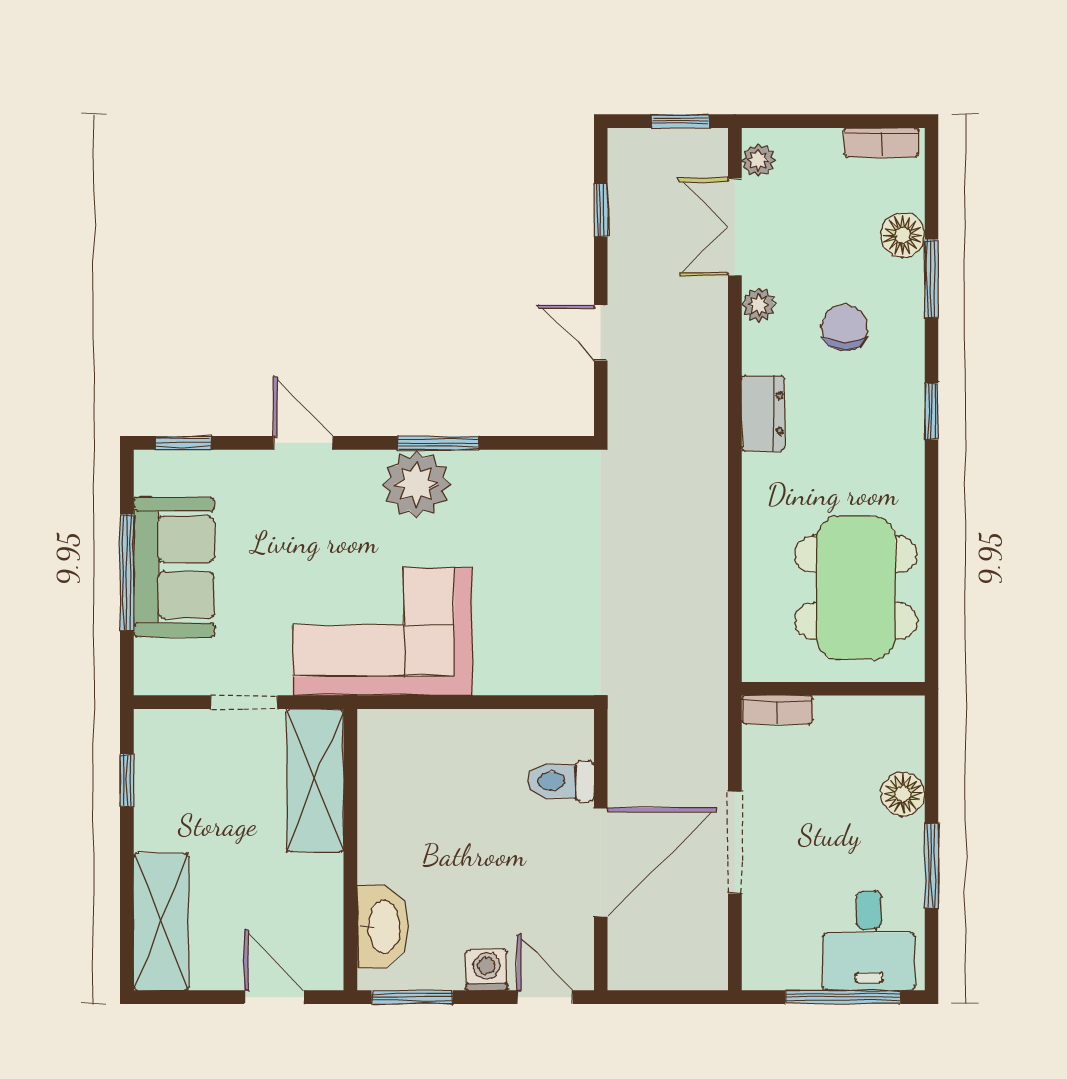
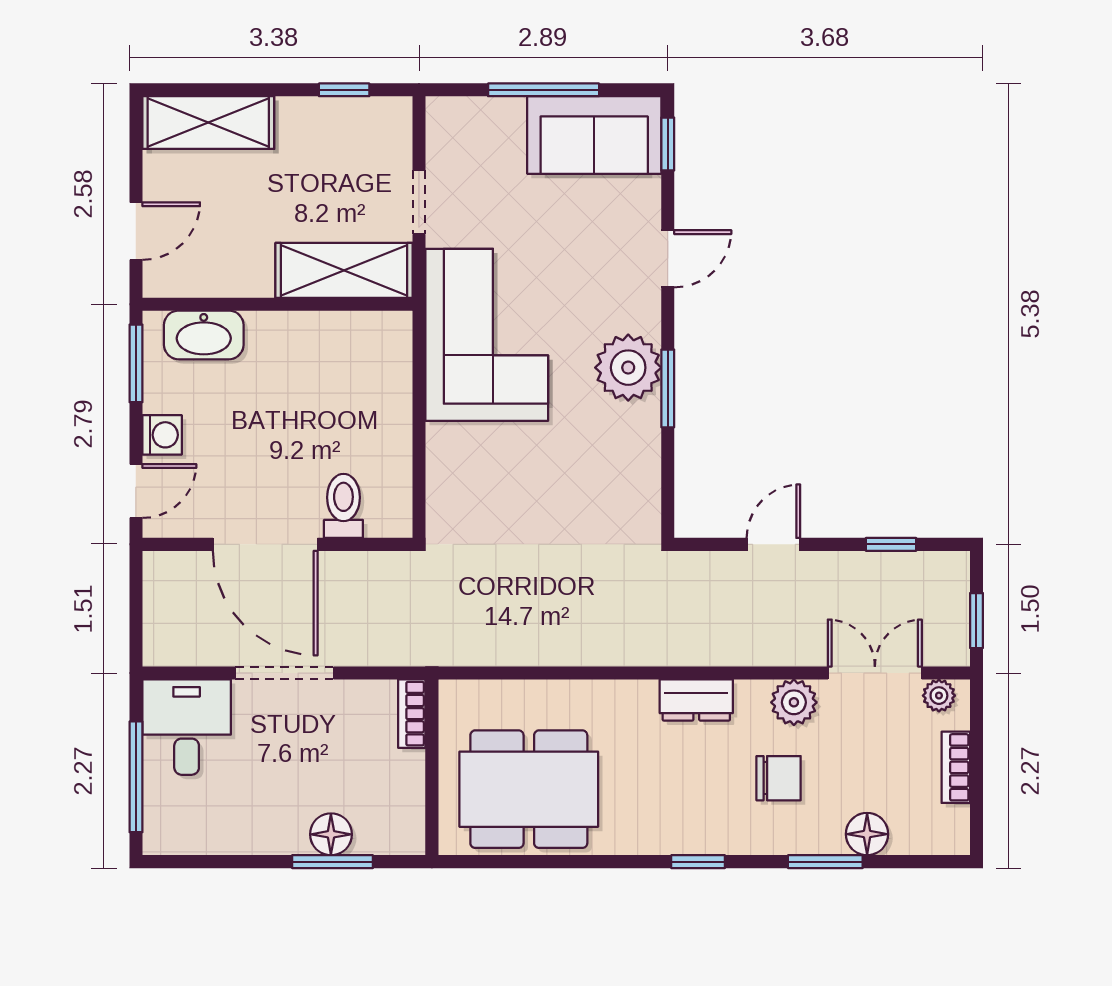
bookcase: (881, 143) -> (956, 767), moved
plant: (759, 305) -> (794, 702), width x1.38, depth x1.38
sofa: (174, 567) -> (594, 135), moved
window: (931, 866) -> (332, 862), moved
desk: (869, 941) -> (187, 727), moved, turned 90

